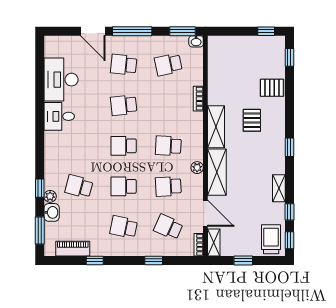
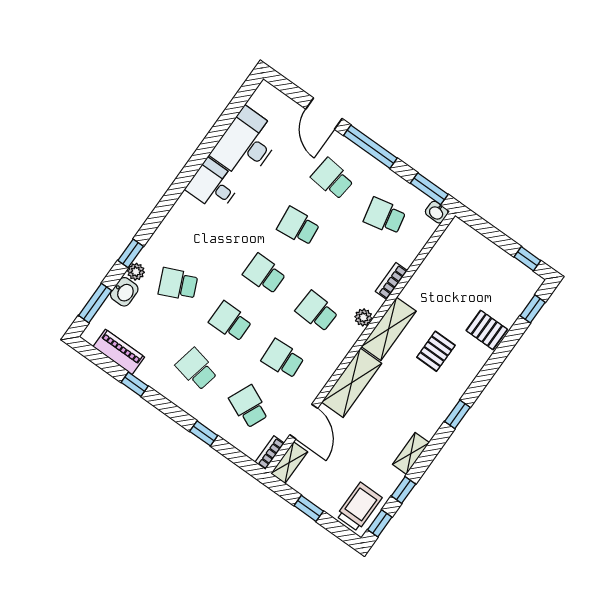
plant: (197, 168) -> (363, 317), moved
school desk: (79, 186) -> (178, 284), turned -39

